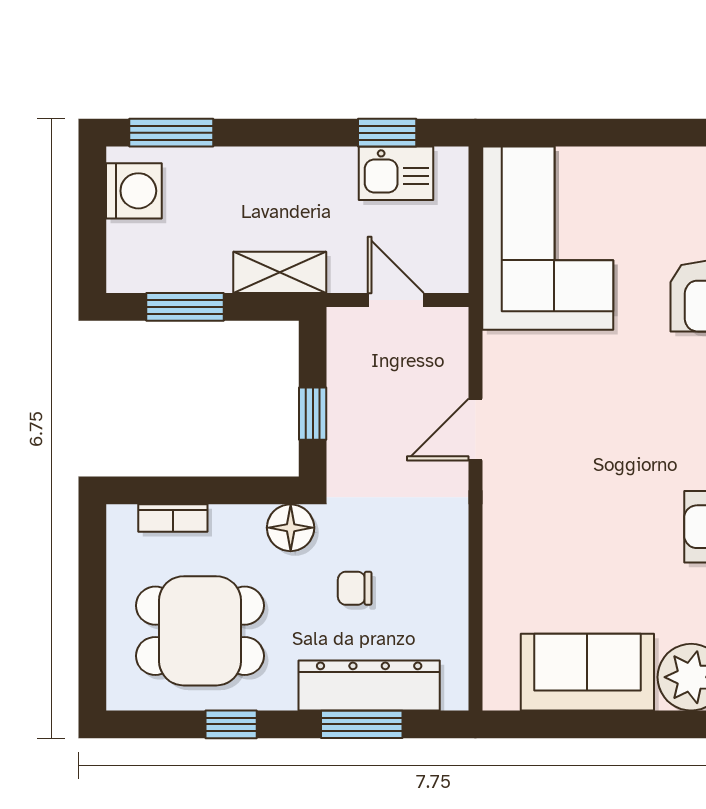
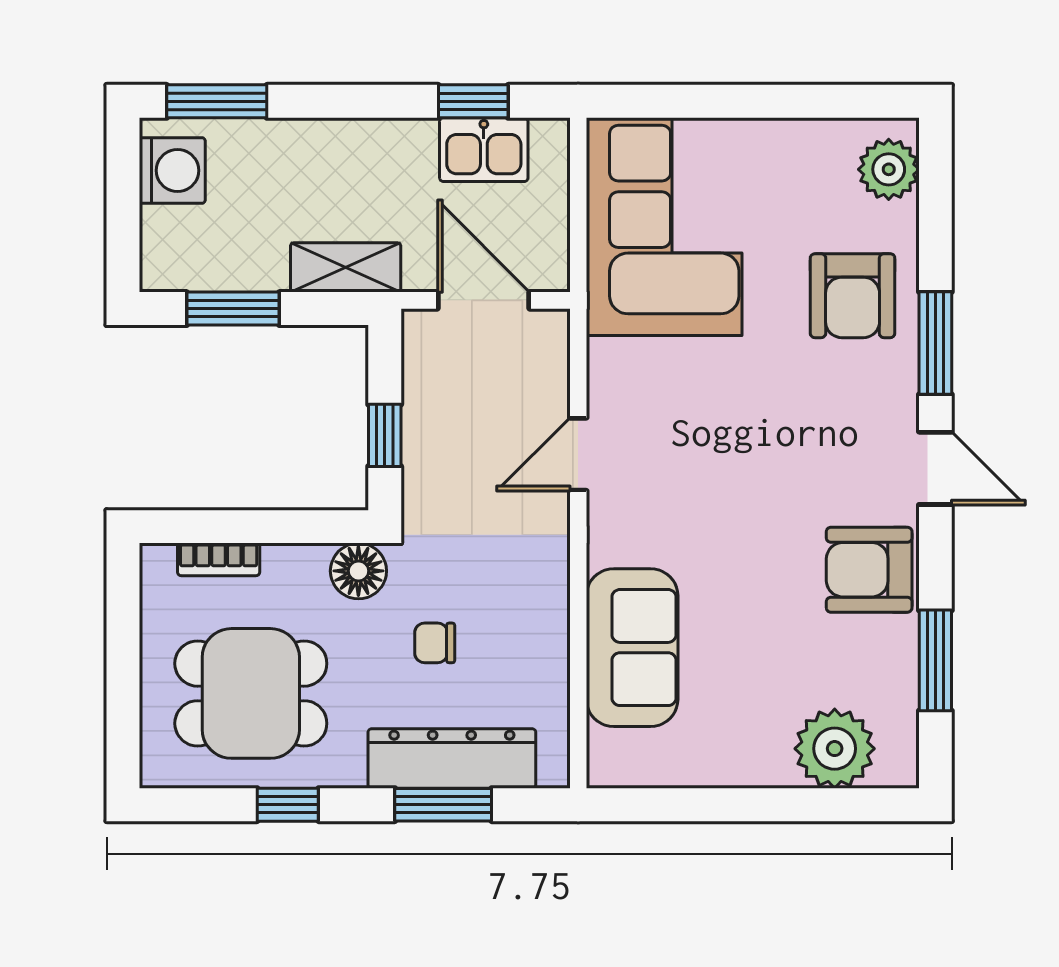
door: (396, 300) -> (483, 300), width x1.38
sofa: (587, 672) -> (632, 648), moved, turned 90

